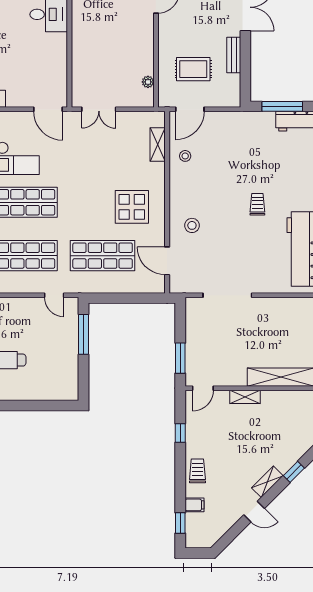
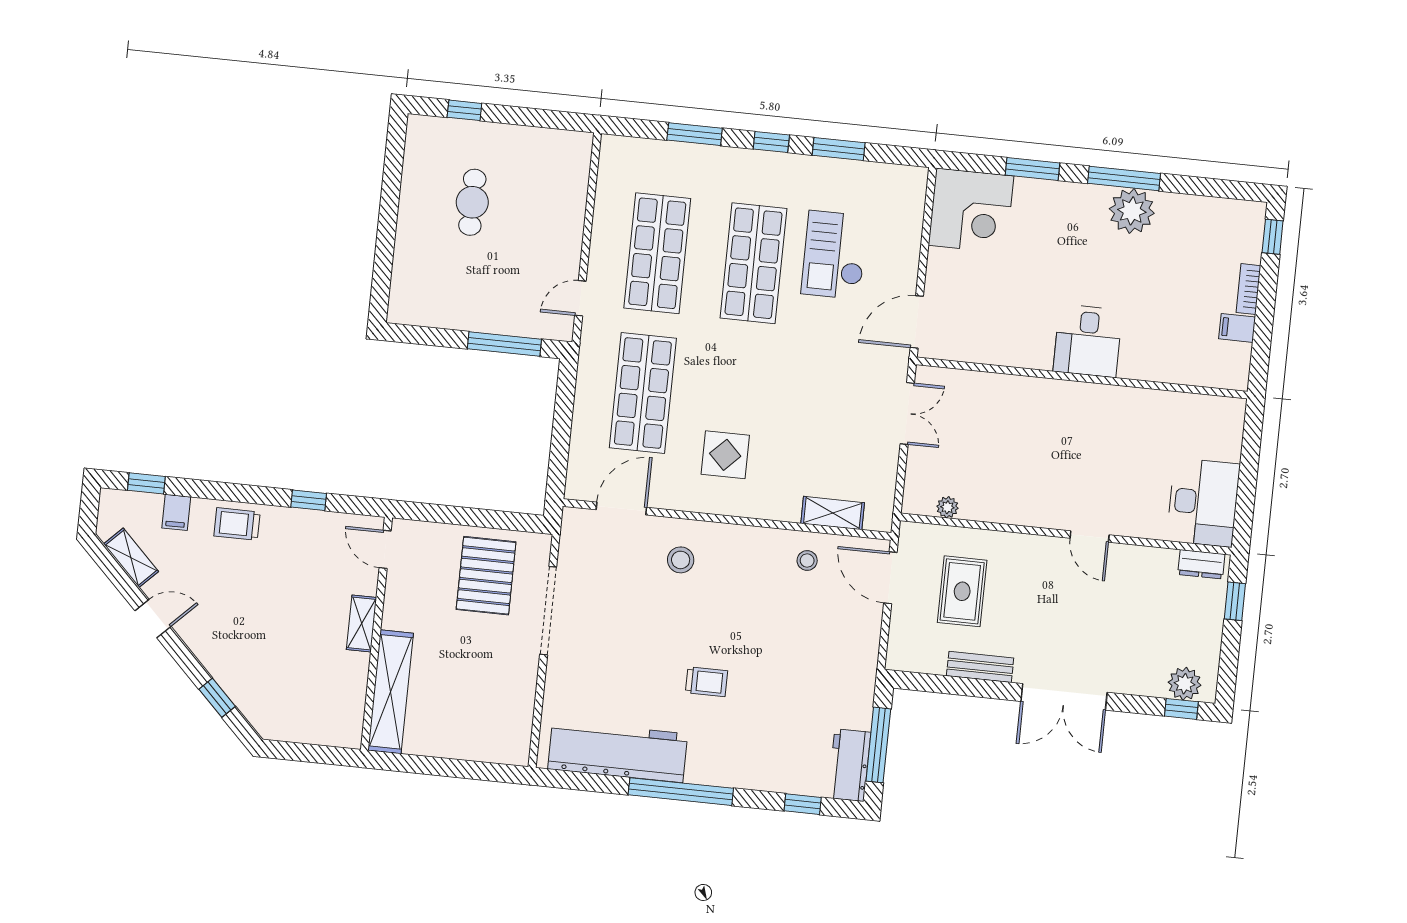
double door: (99, 109) -> (907, 413), swing flipped
display table: (132, 207) -> (725, 455), width x0.73, depth x0.73
pallet: (212, 331) -> (486, 576), added
window: (180, 358) -> (444, 514), removed
trolley: (197, 471) -> (237, 524), turned 180
shelving: (267, 482) -> (131, 558), moved
door: (254, 512) -> (153, 619), swing flipped

